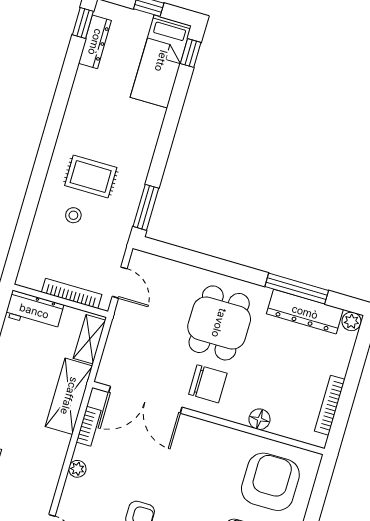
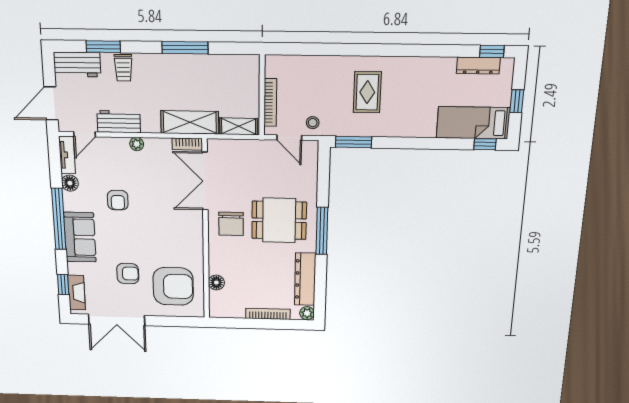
stool: (73, 215) -> (313, 123), moved
door: (120, 283) -> (289, 138), hinge flipped
window: (297, 289) -> (322, 231), moved
workbench: (34, 311) -> (119, 122), moved, turned 90
bookcase: (330, 405) -> (268, 314), moved
floor lamp: (259, 419) -> (216, 282), moved
bookcase: (89, 426) -> (187, 144), moved

